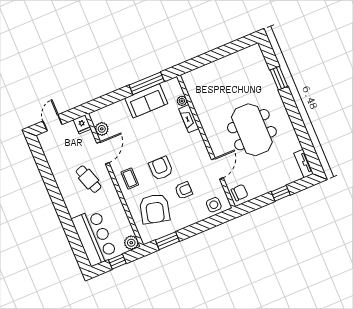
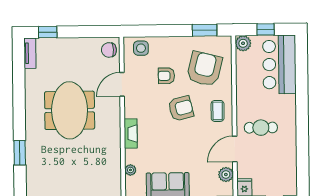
fireplace: (189, 119) -> (131, 134), moved
armchair: (161, 168) -> (181, 108), turned -104
cafe table: (89, 179) -> (261, 128), turned -72
window: (281, 193) -> (48, 32), moved

